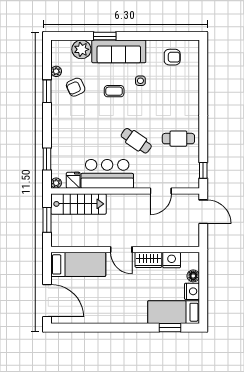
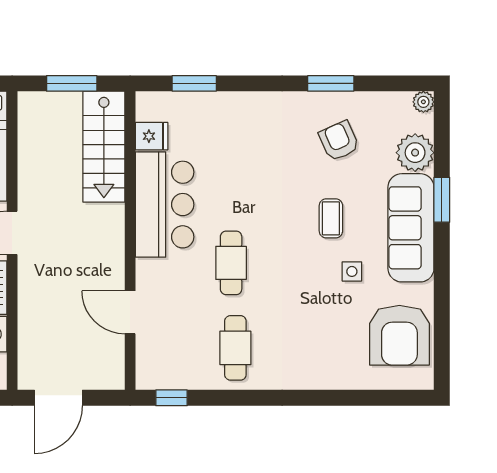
armchair: (172, 57) -> (399, 335), width x1.88, depth x1.88
plant: (56, 71) -> (423, 102), moved
cafe table: (136, 141) -> (231, 263), turned -35
plant: (56, 183) -> (146, 102), removed
door: (203, 212) -> (58, 398), moved

